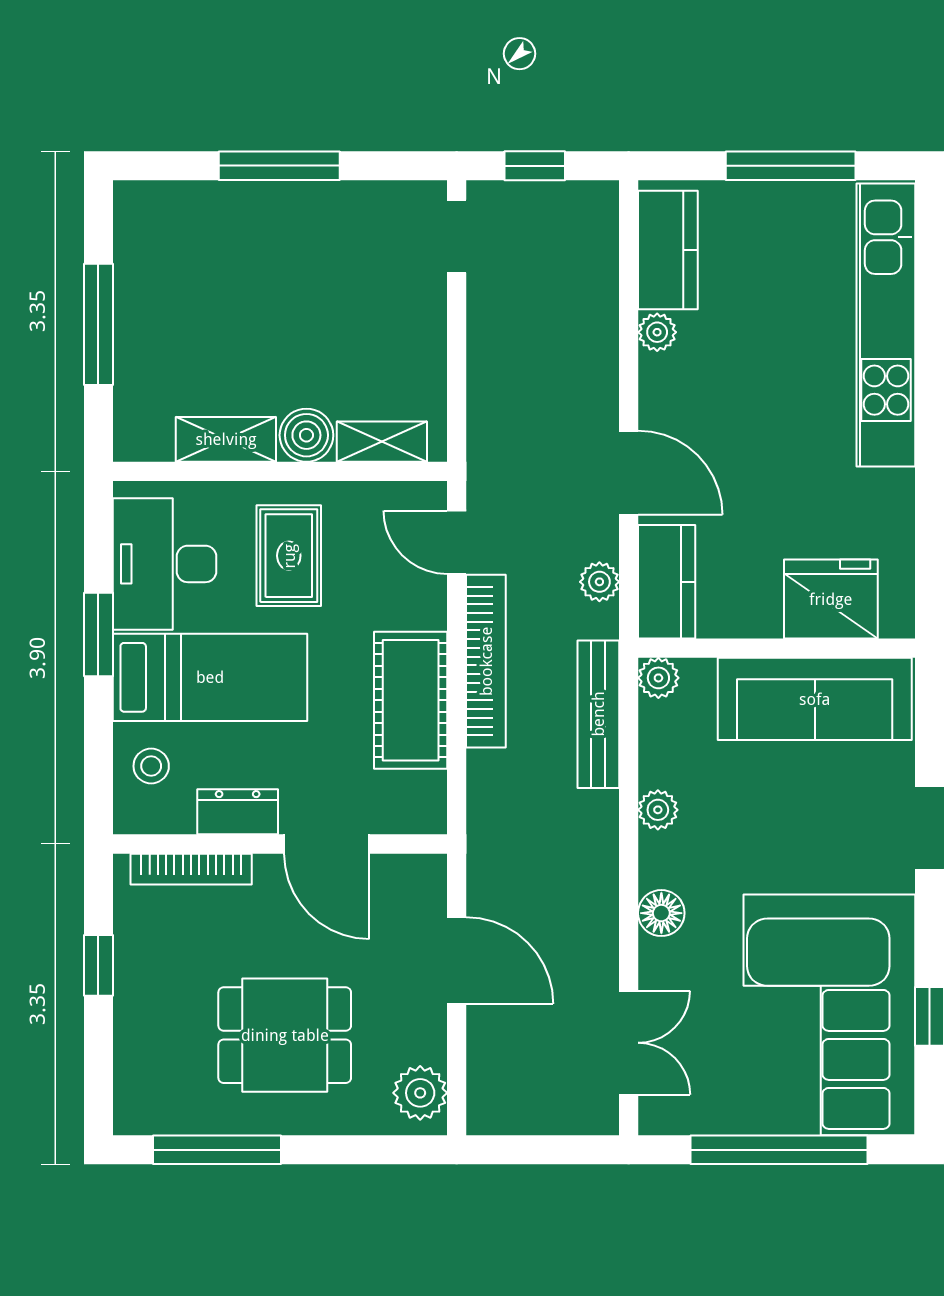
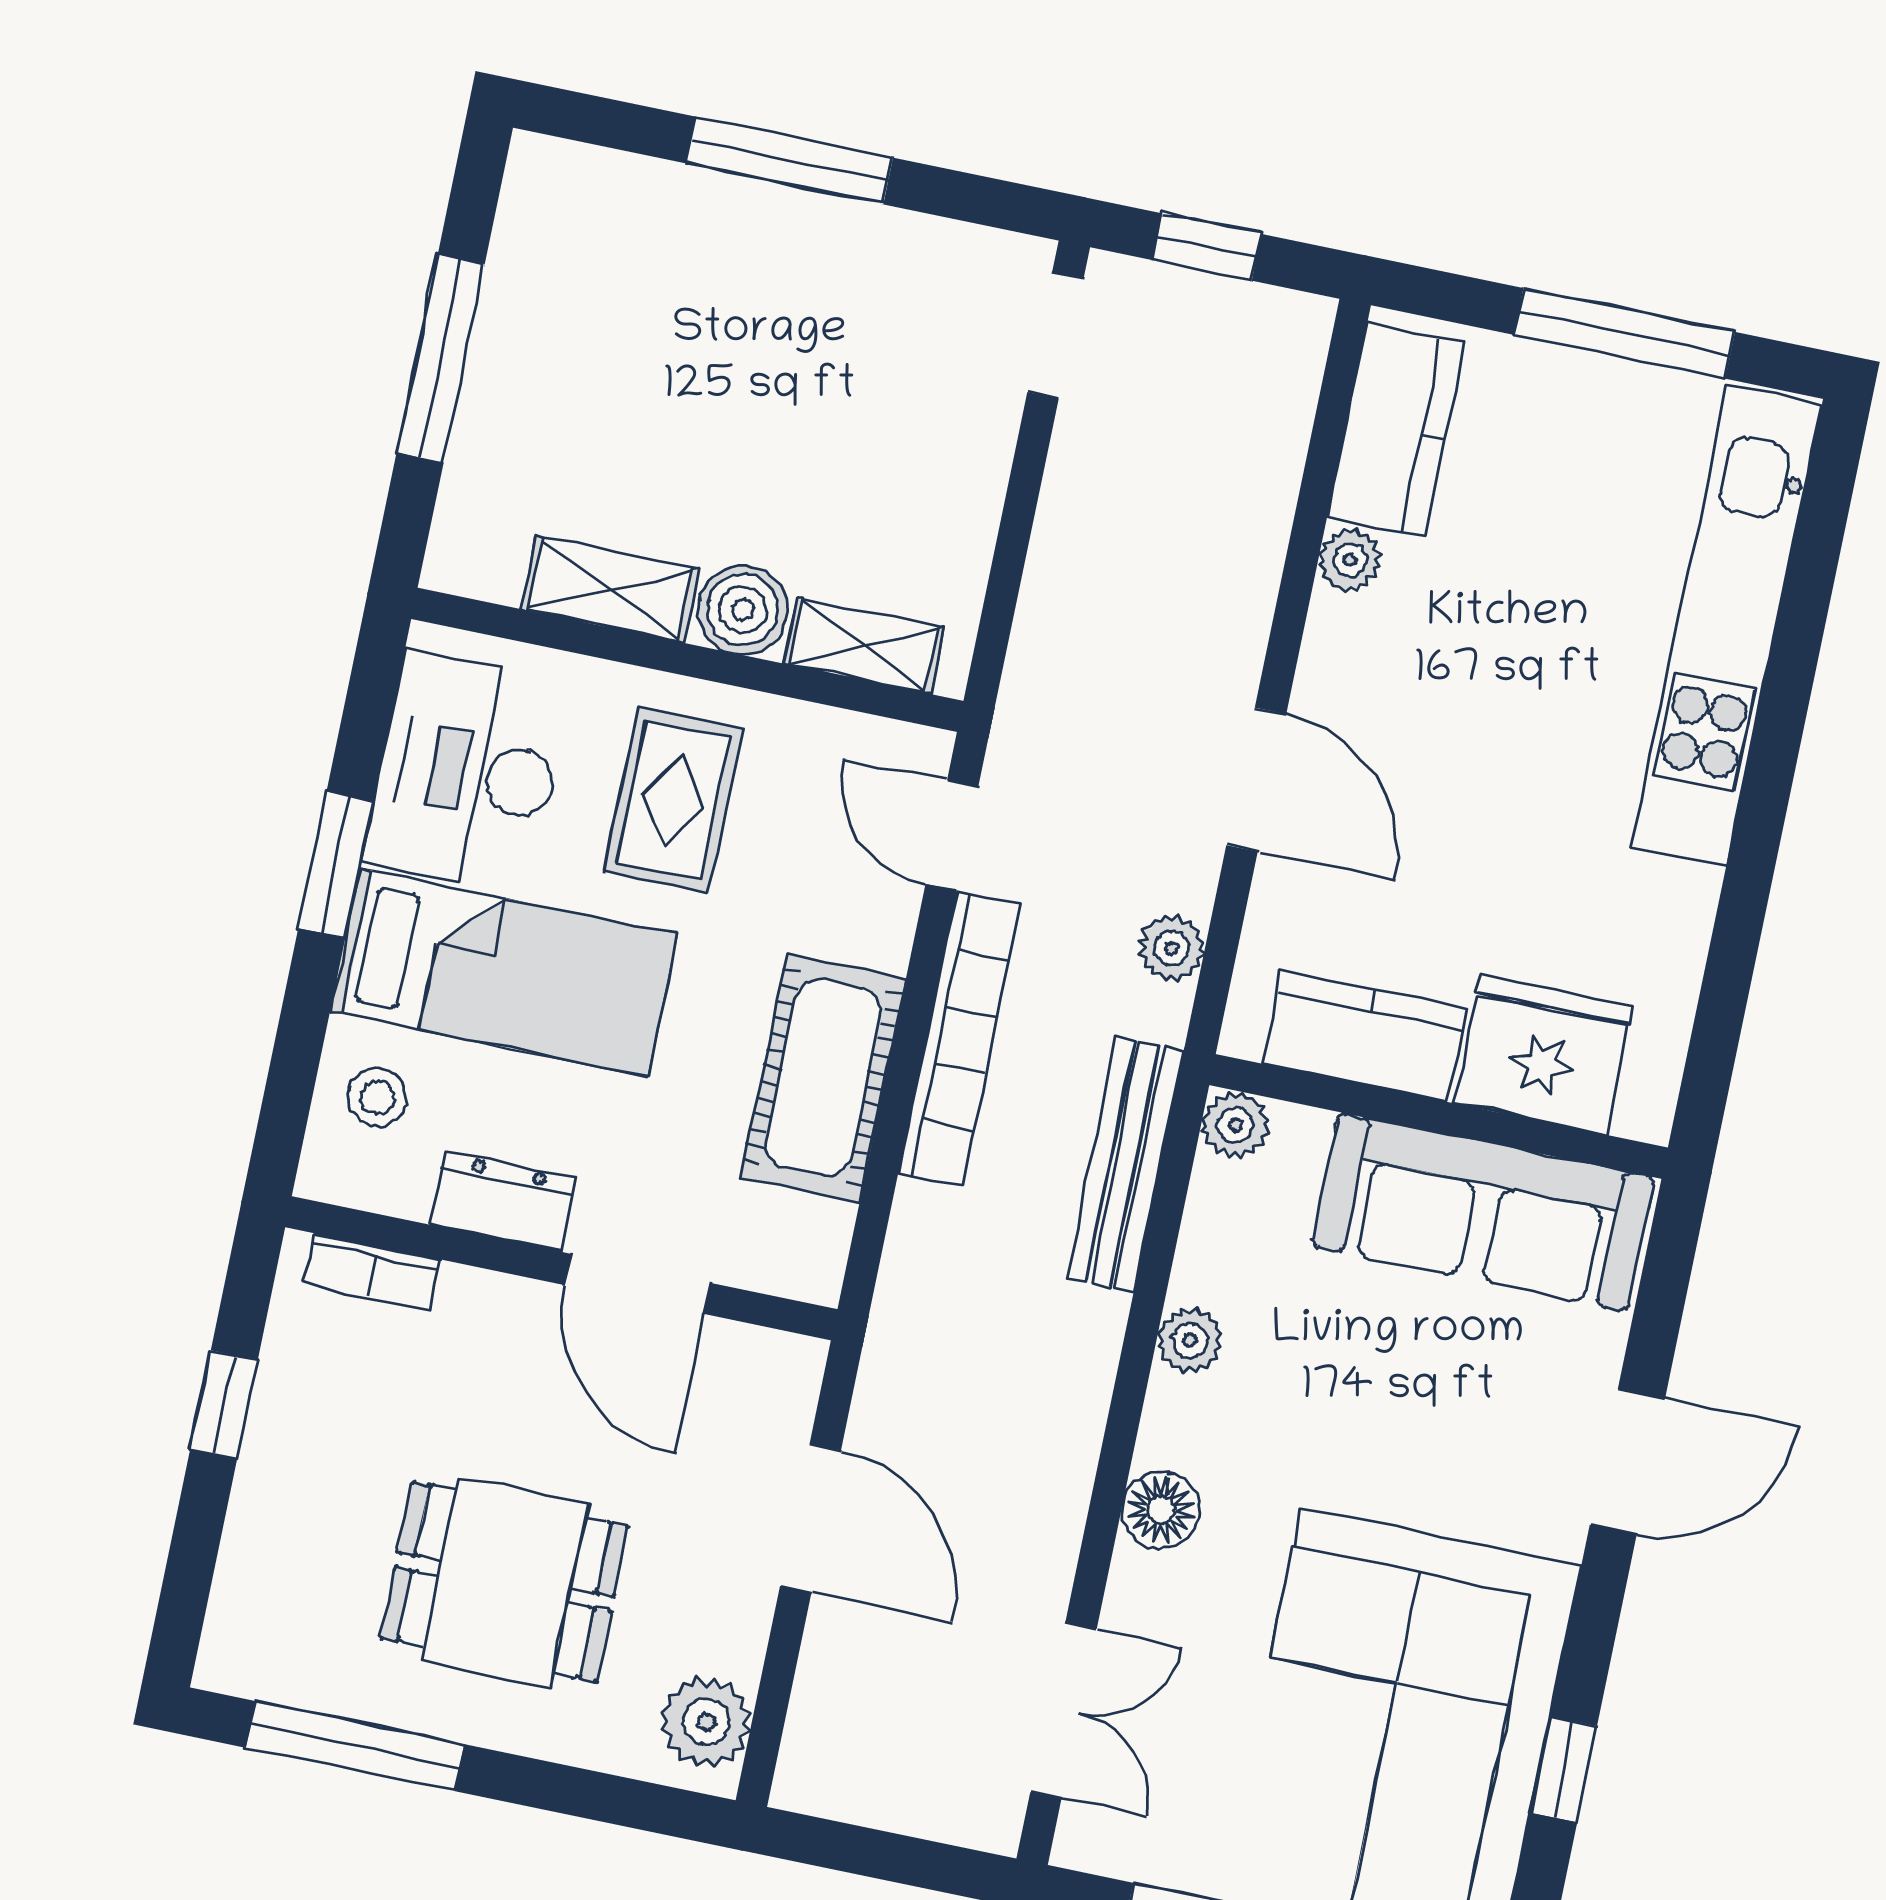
kitchen counter: (667, 582) -> (1364, 1036), moved, turned -90
bookcase: (191, 869) -> (372, 1272), width x0.64

